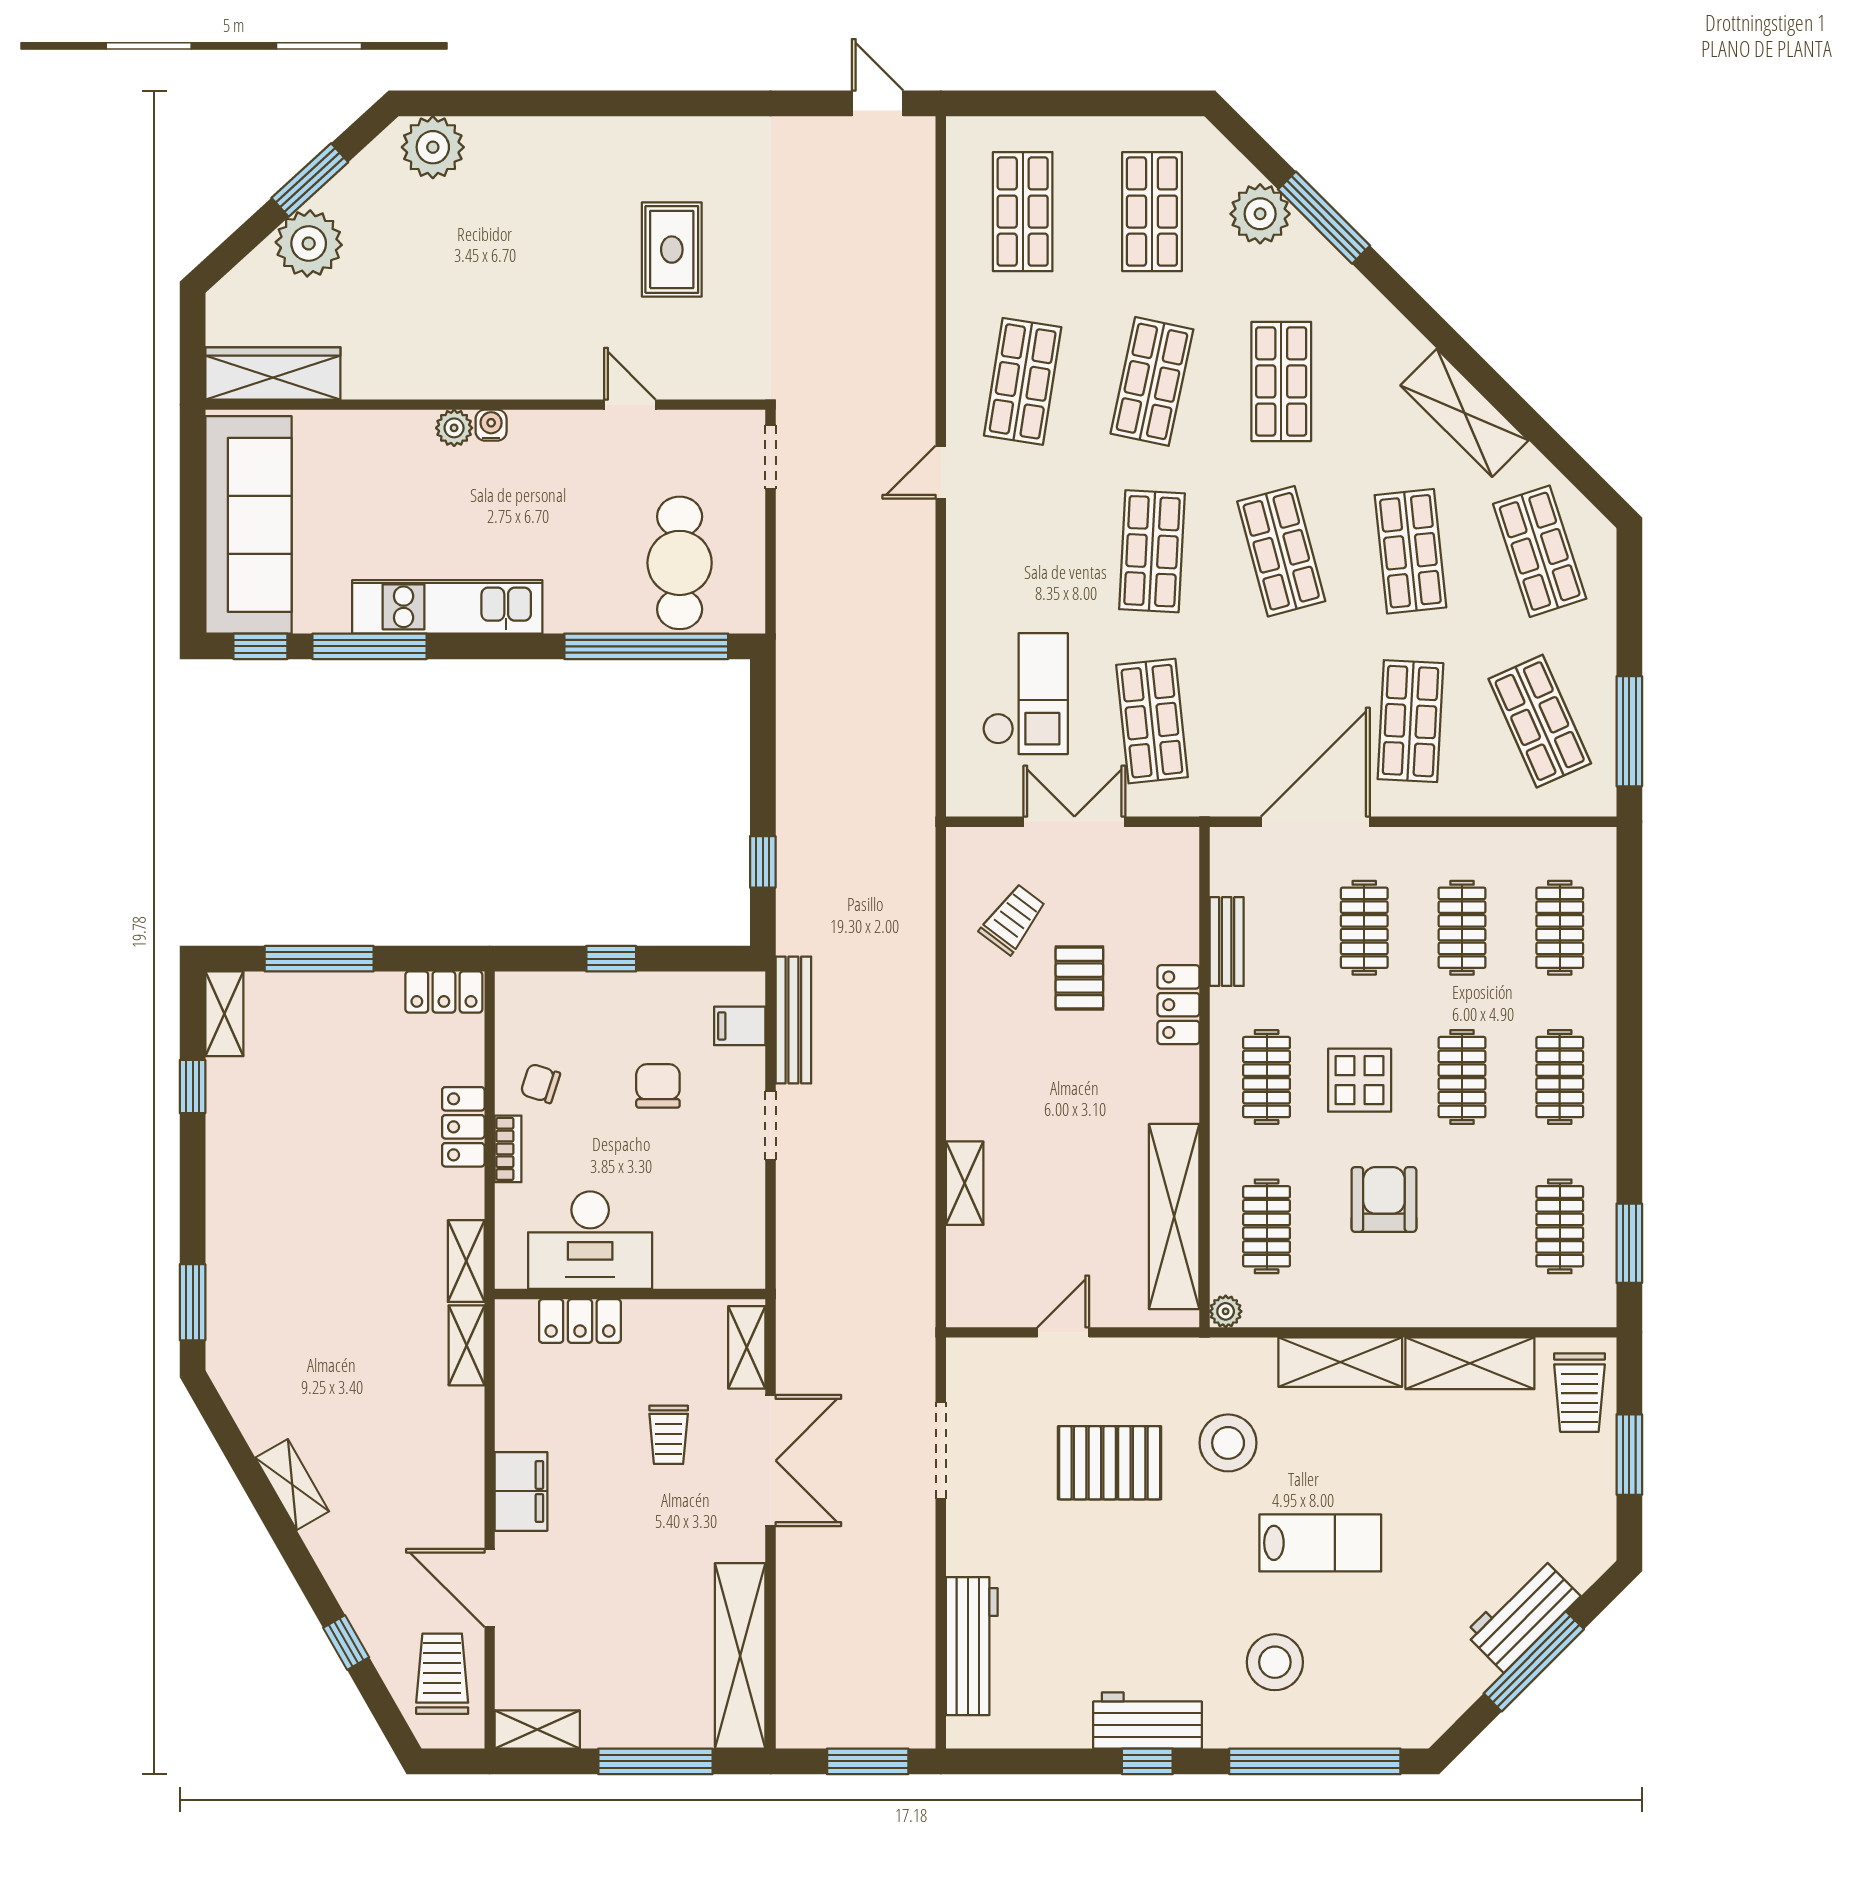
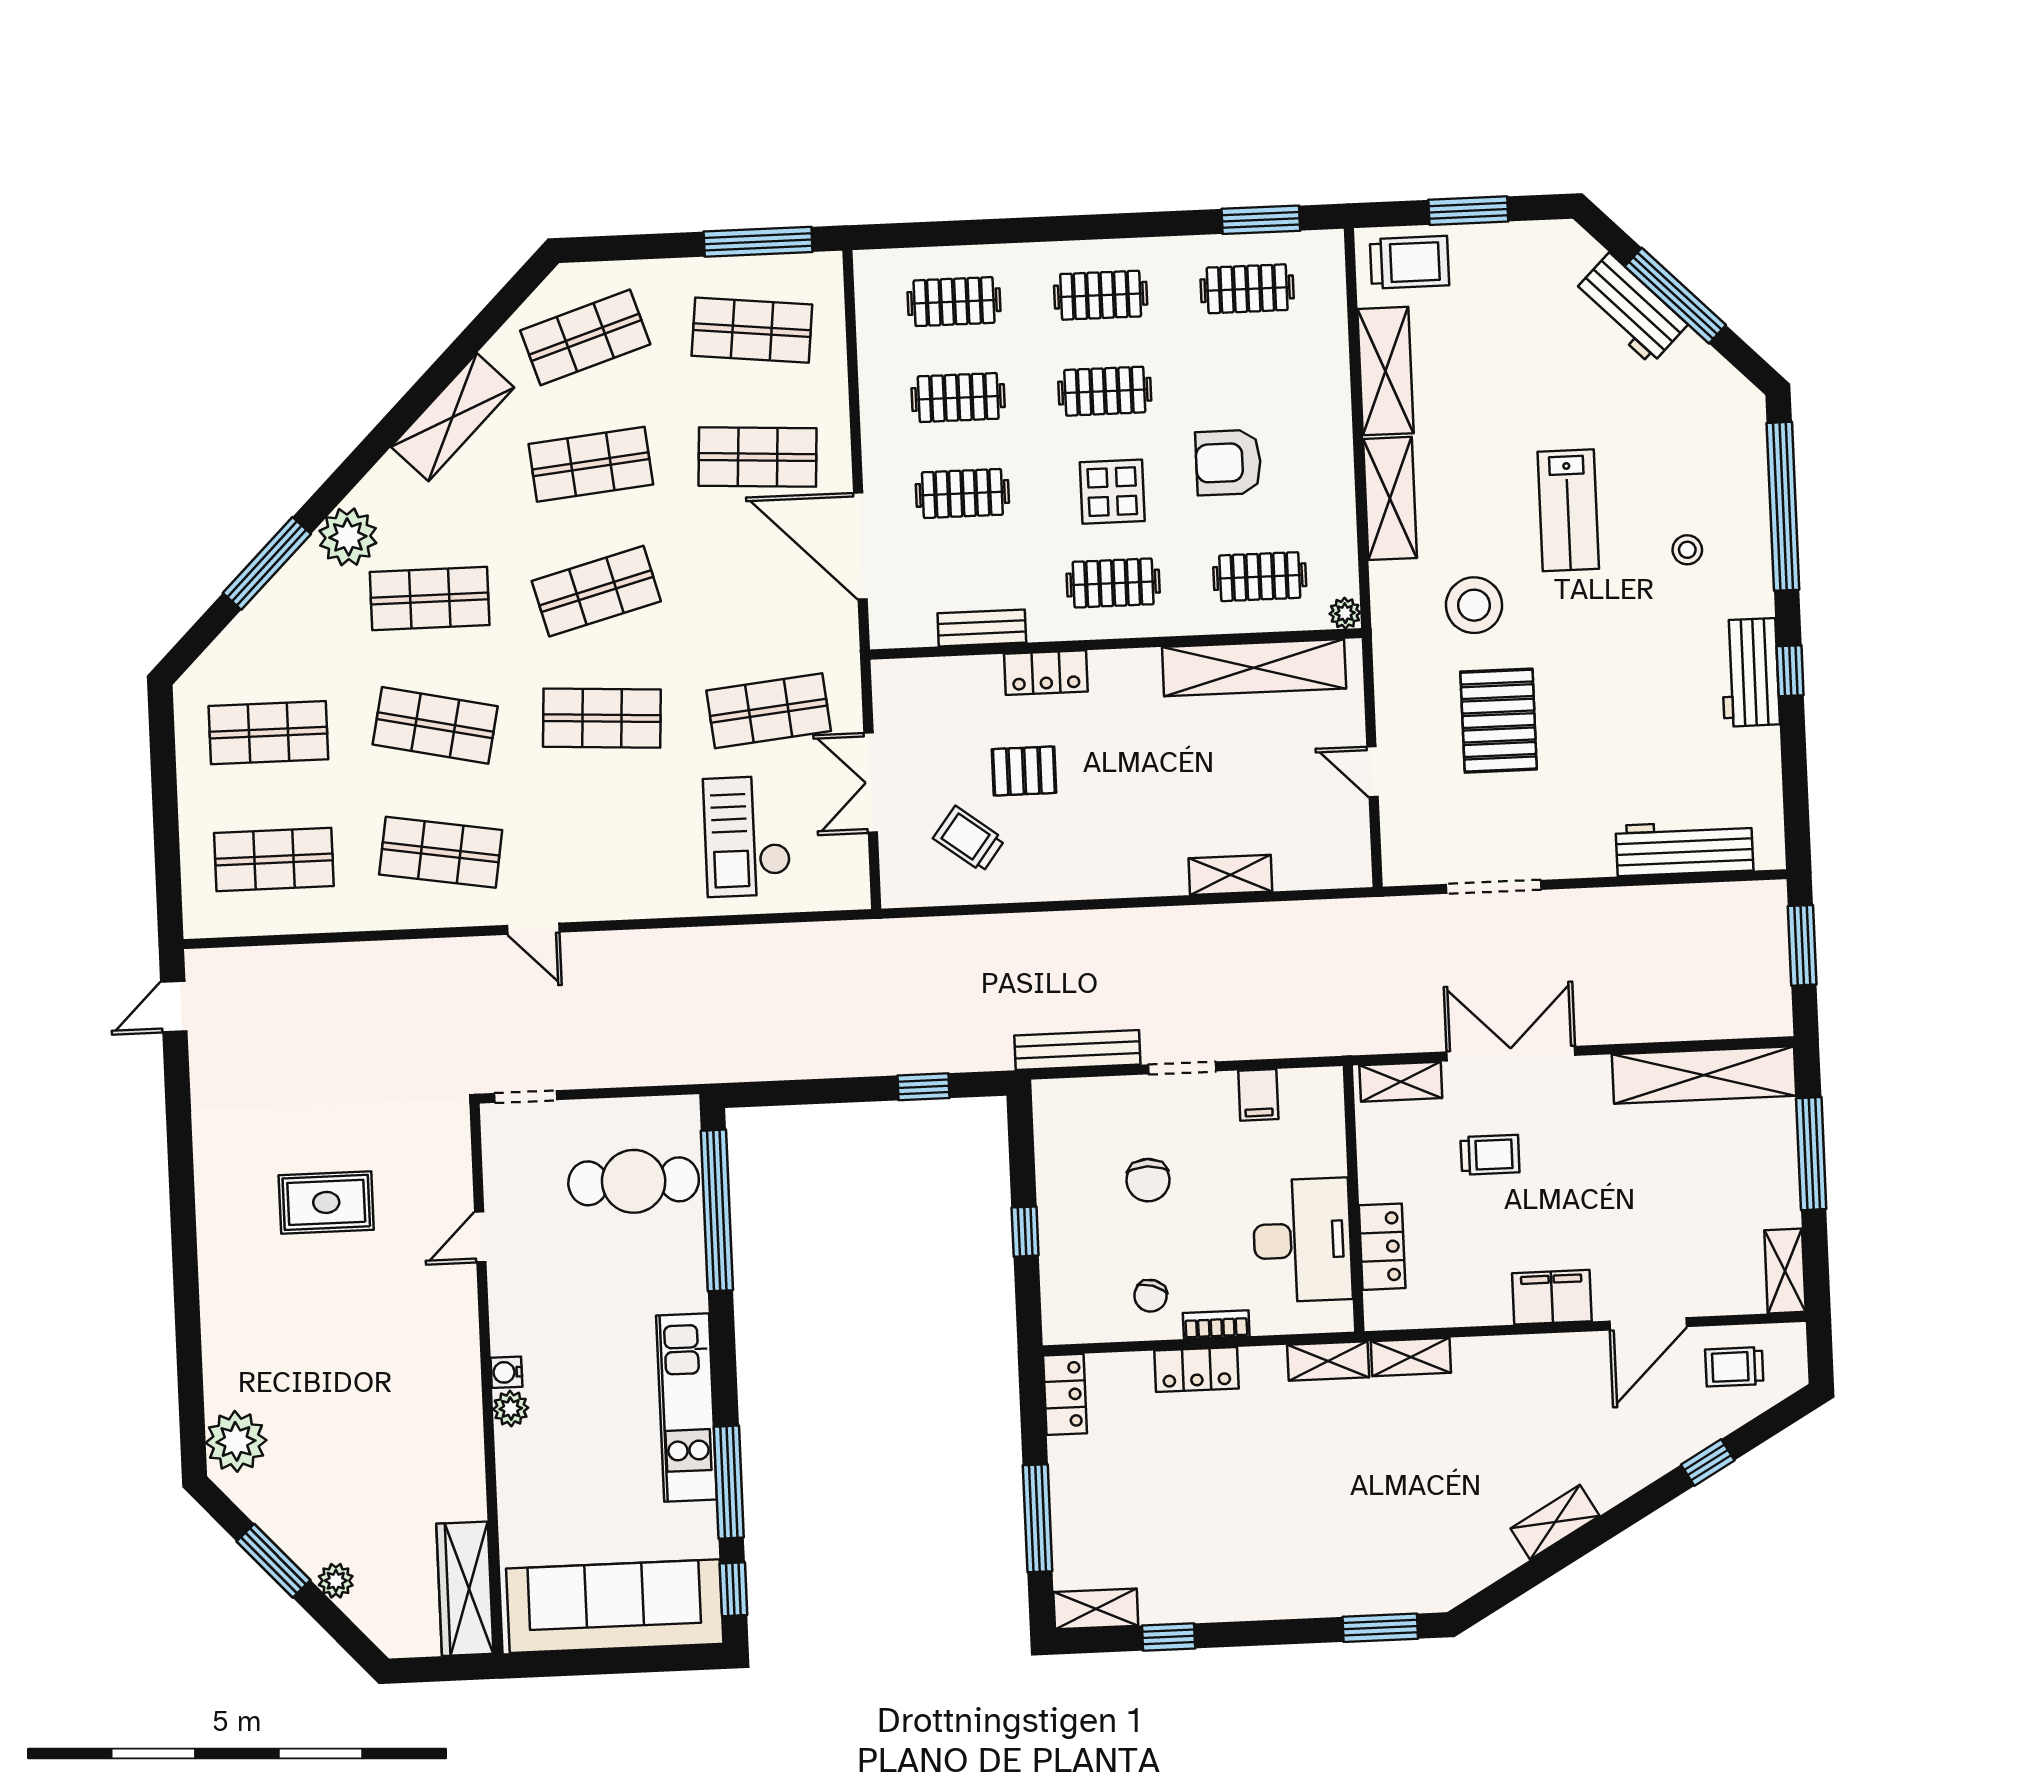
plant: (1260, 214) -> (348, 537), moved
plant: (309, 243) -> (336, 1581), width x0.53, depth x0.53
checkout: (1025, 694) -> (747, 836), turned -90
shop shelf: (1540, 721) -> (752, 330), turned 30
filing cabinet: (740, 1026) -> (1258, 1095), moved
chair: (658, 1086) -> (1148, 1180), turned -90
lab bench: (1320, 1543) -> (1568, 510), turned 180
stool: (1275, 1662) -> (1687, 550), width x0.53, depth x0.53
trolley: (442, 1674) -> (1734, 1367), width x0.73, depth x0.72

